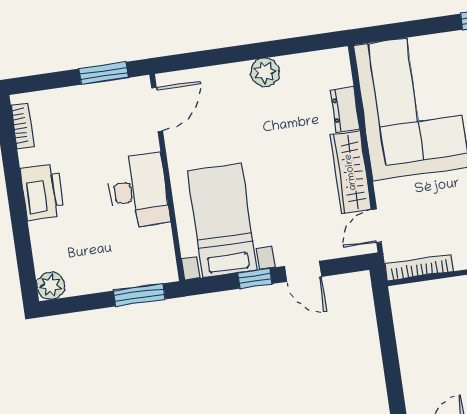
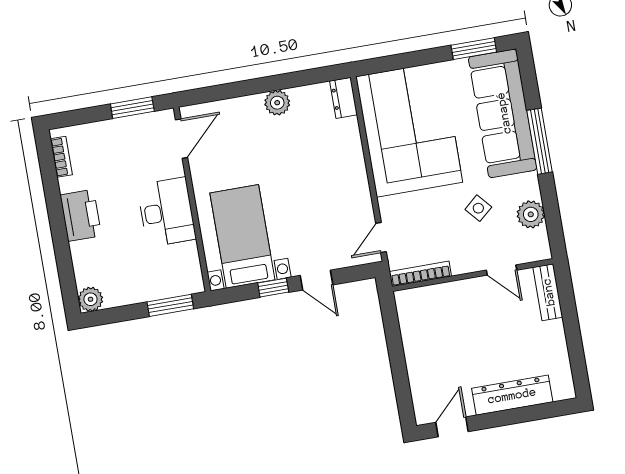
dresser: (345, 109) -> (344, 98), moved
wardrobe: (351, 172) -> (356, 190), removed

